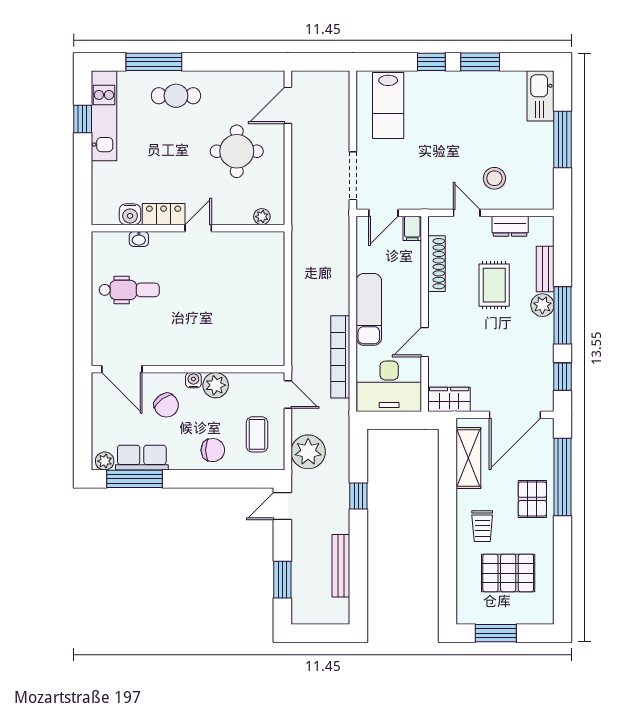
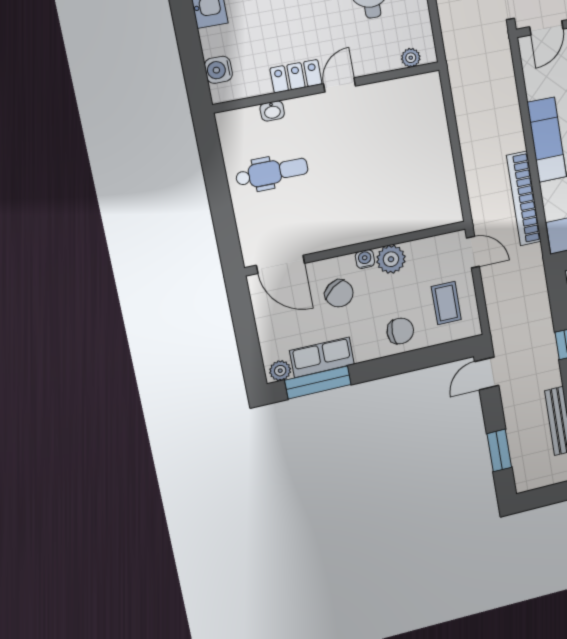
water cooler: (130, 214) -> (218, 70), moved, turned 90
plant: (308, 452) -> (505, 309), removed

